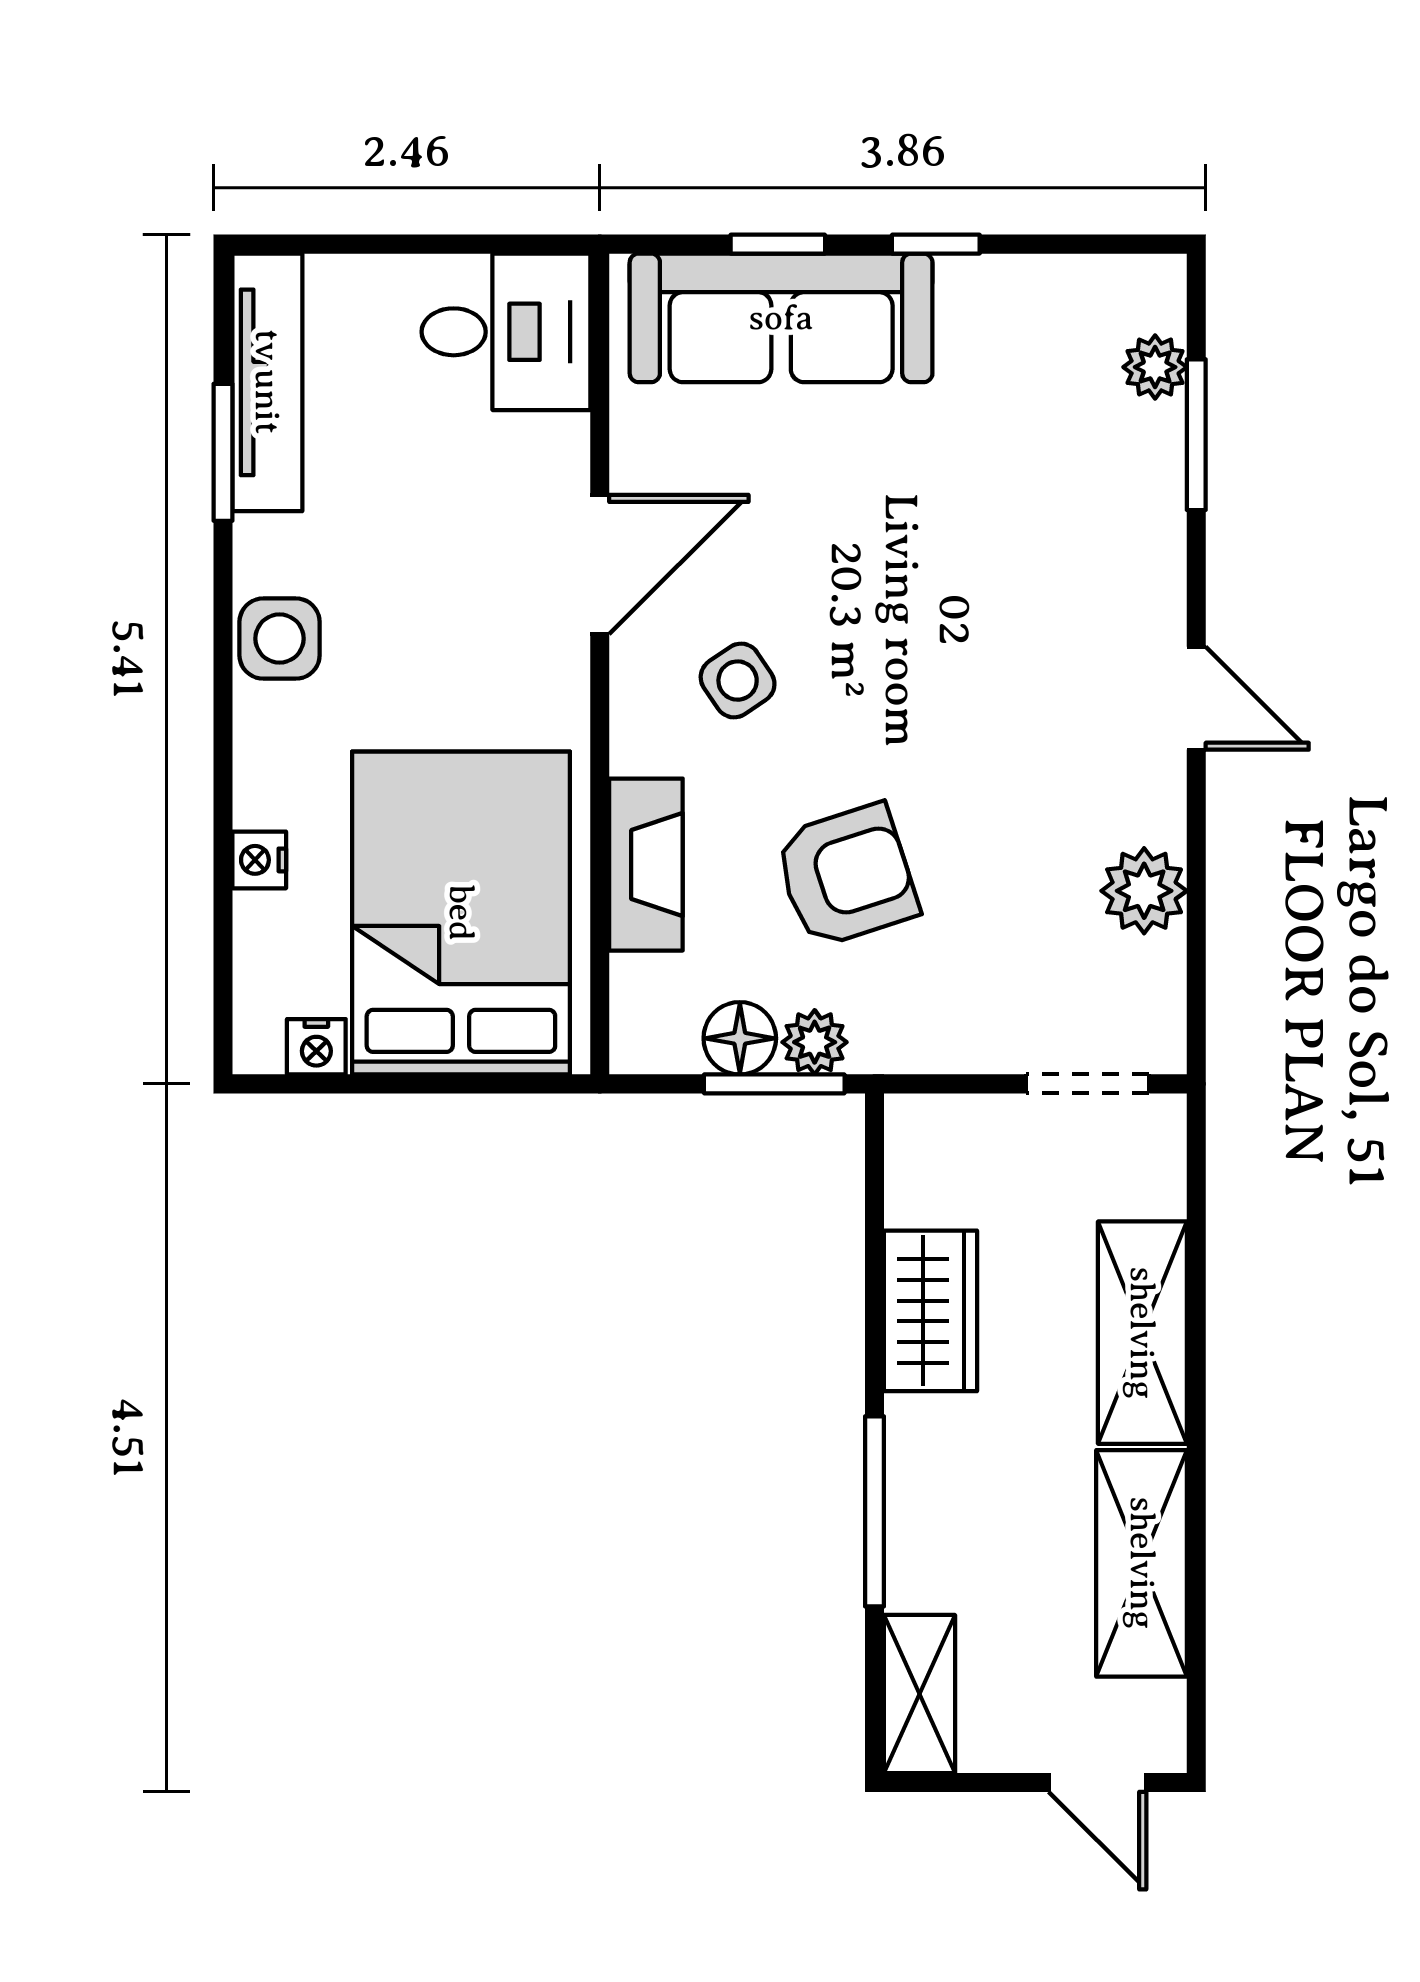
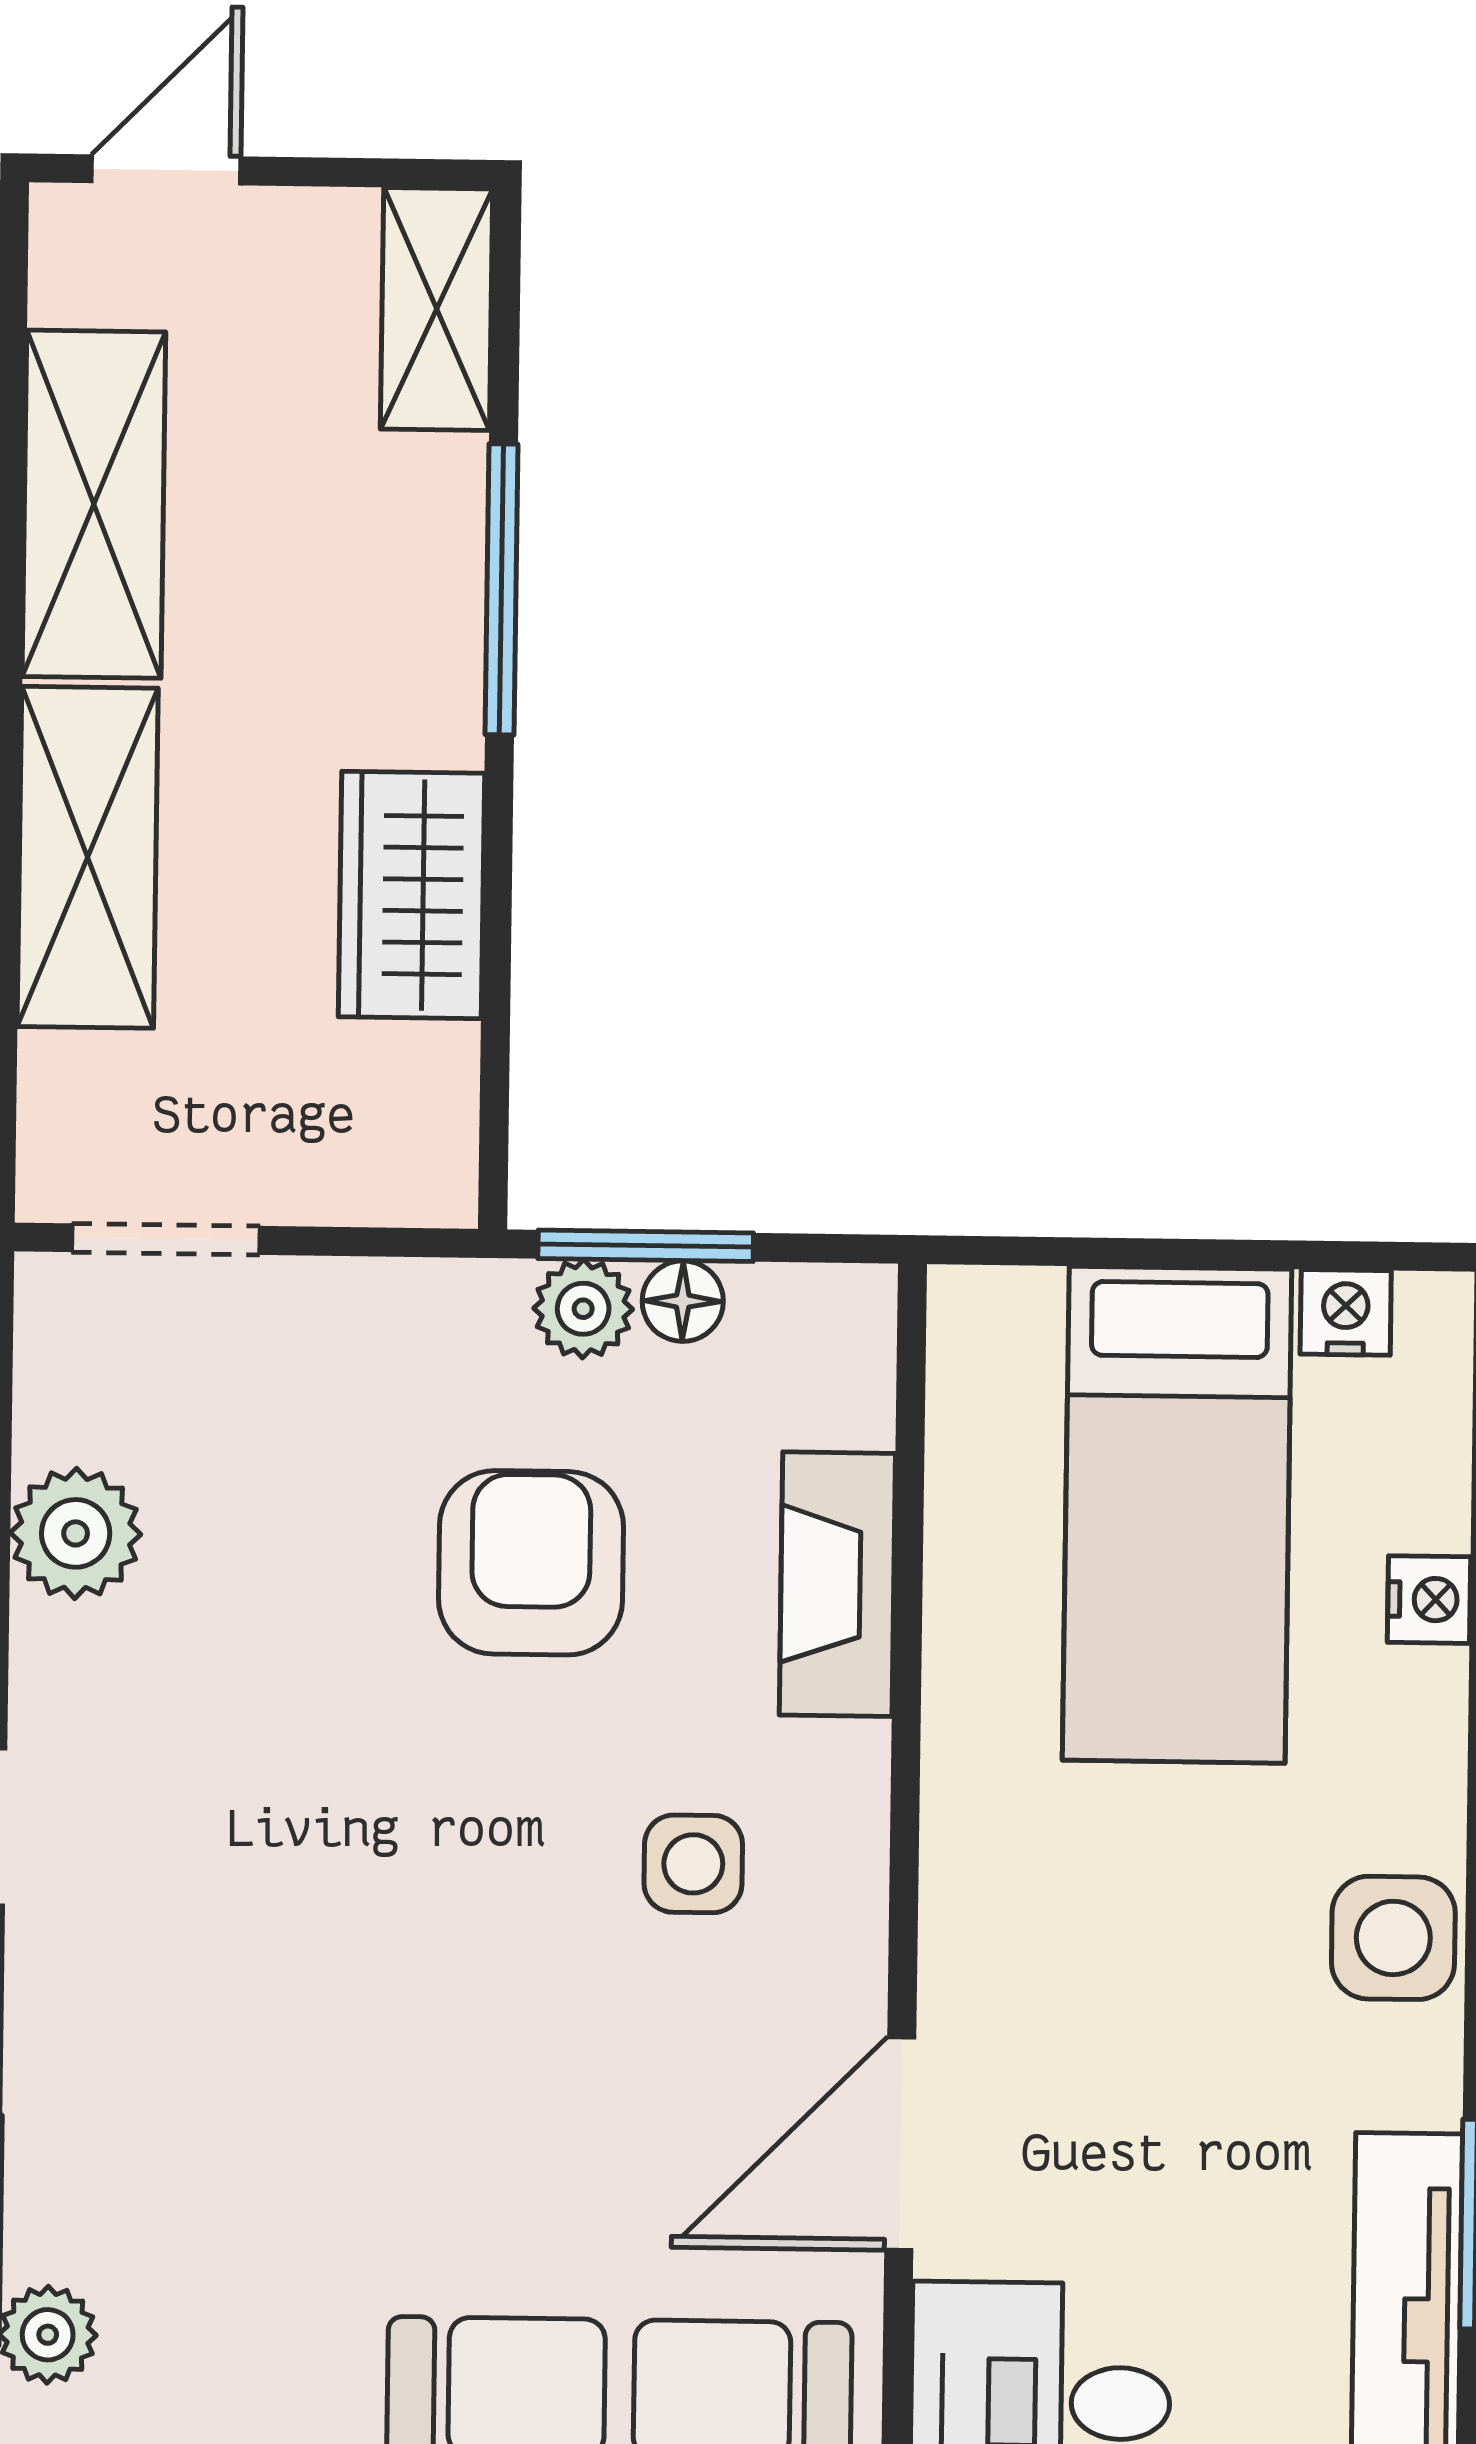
door: (600, 564) -> (900, 2144), moved
side table: (738, 681) -> (693, 1864), turned 34
armchair: (846, 876) -> (531, 1563), turned 108
bed: (461, 913) -> (1177, 1515), width x0.67
floor lamp: (740, 1038) -> (683, 1301), width x0.73, depth x0.73
door: (1097, 1782) -> (166, 170), hinge flipped

